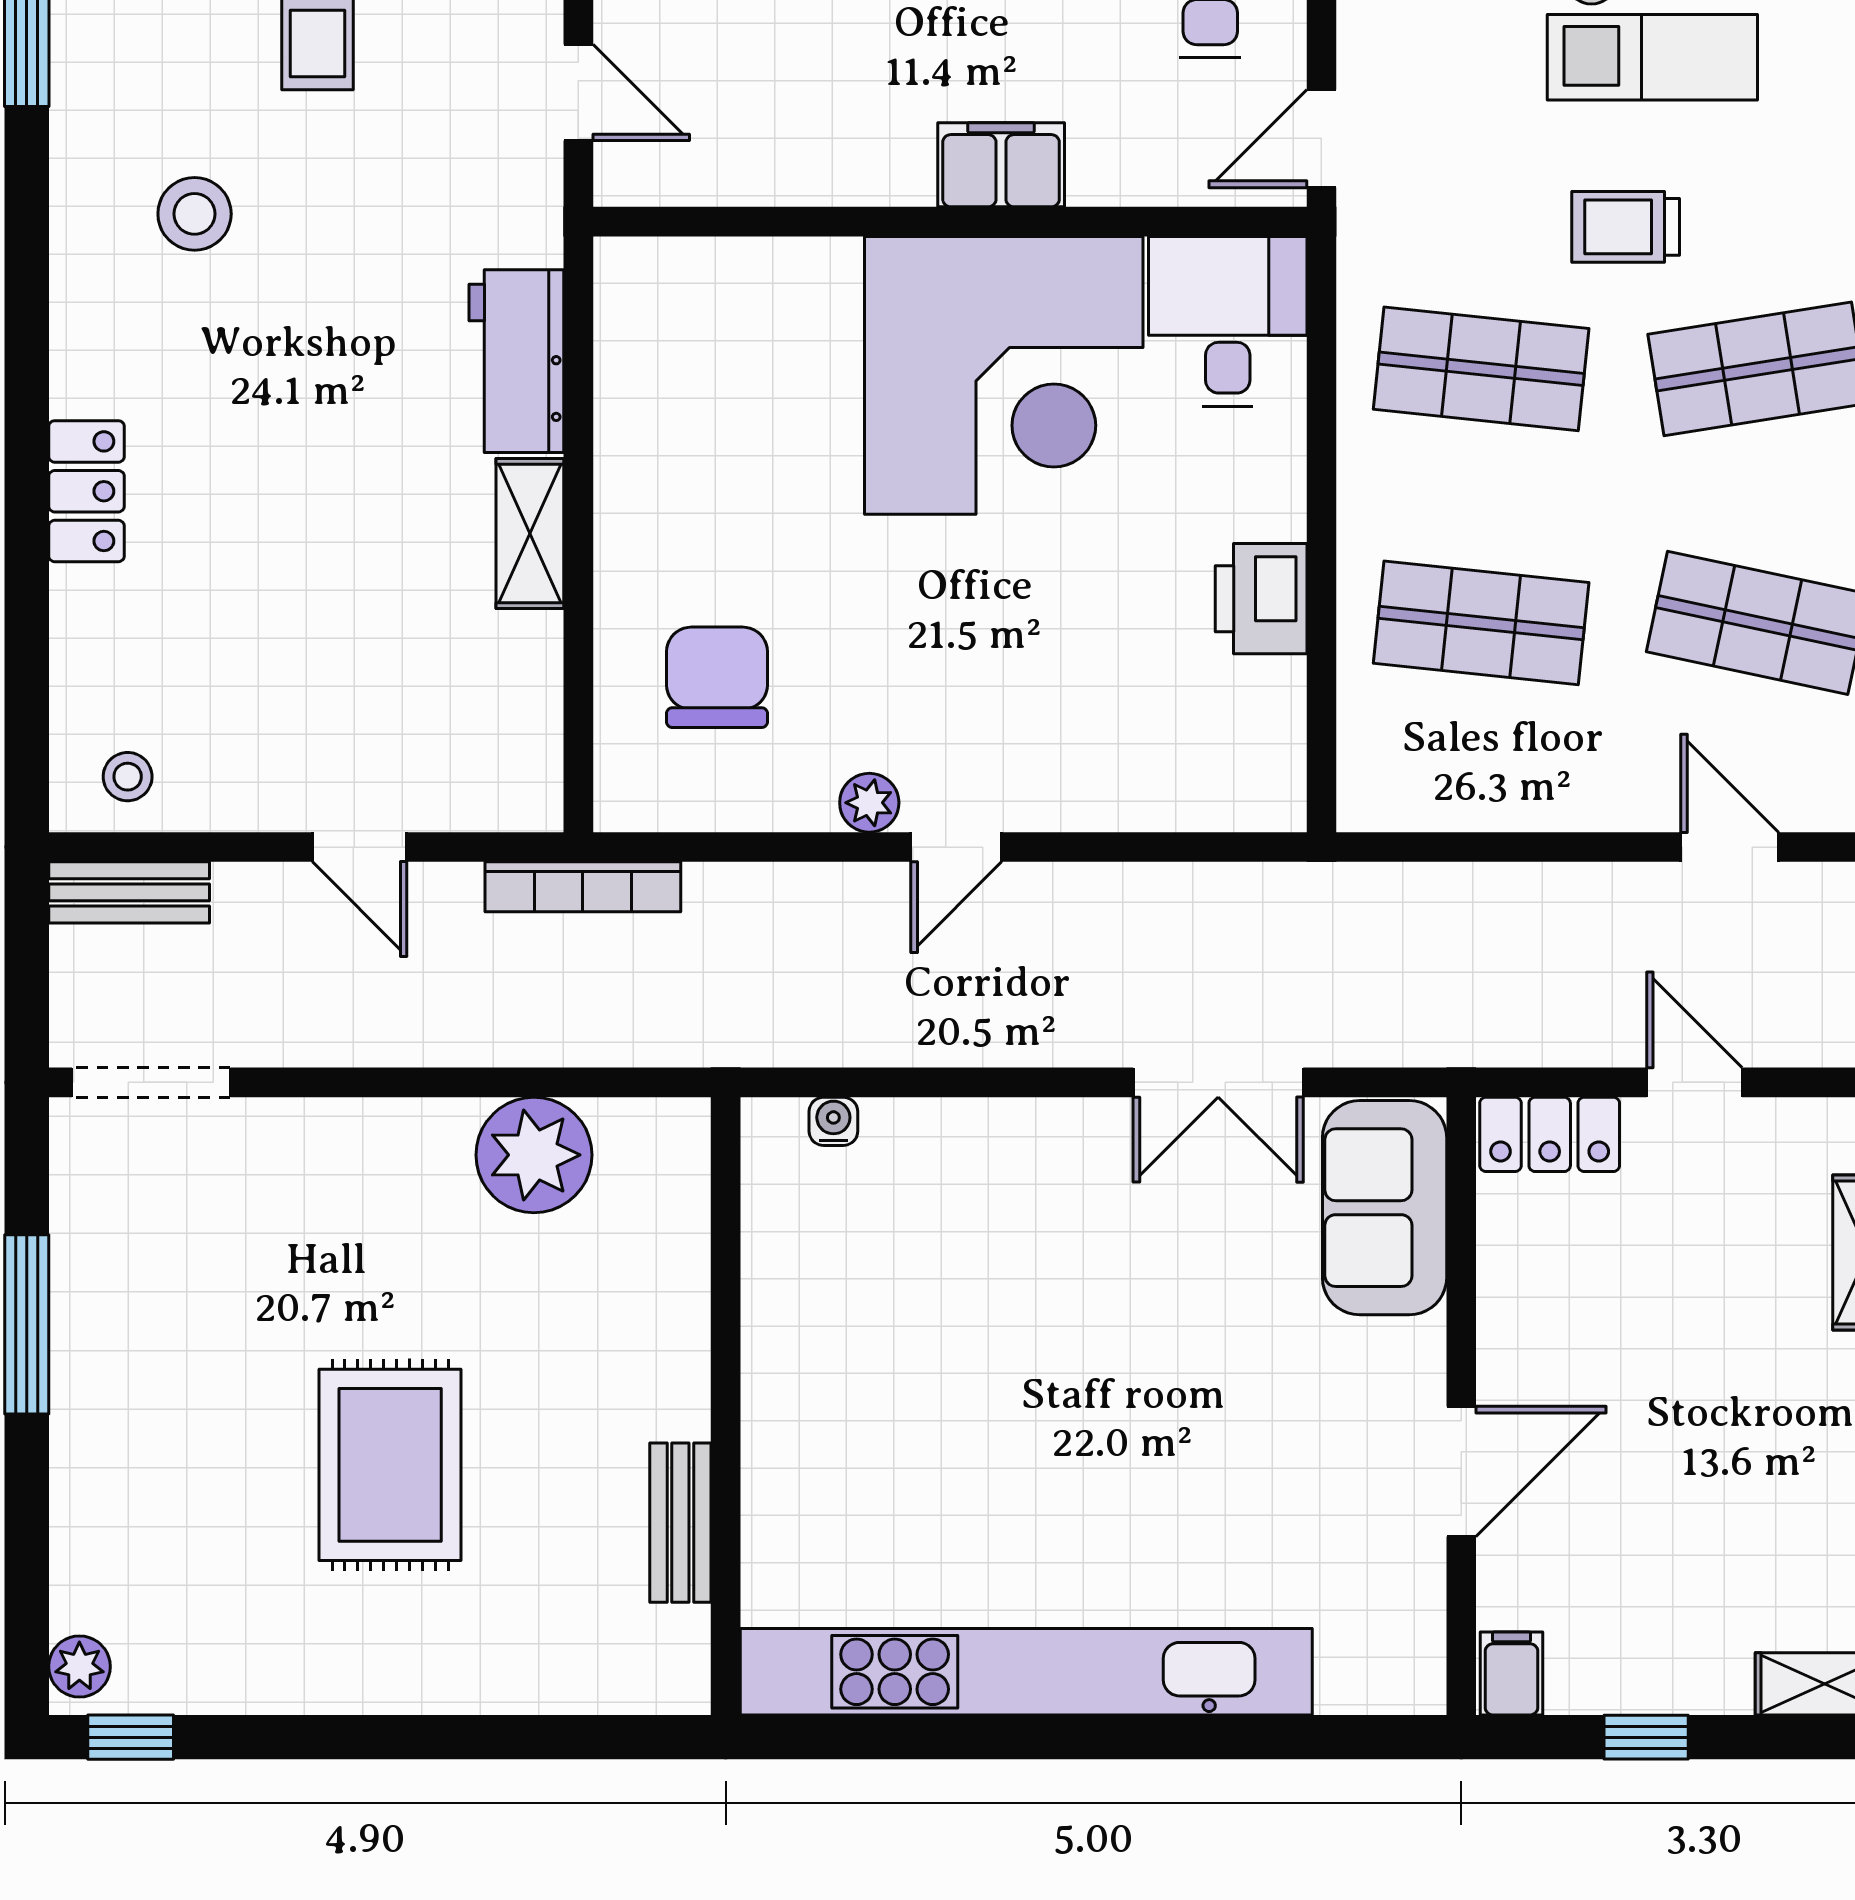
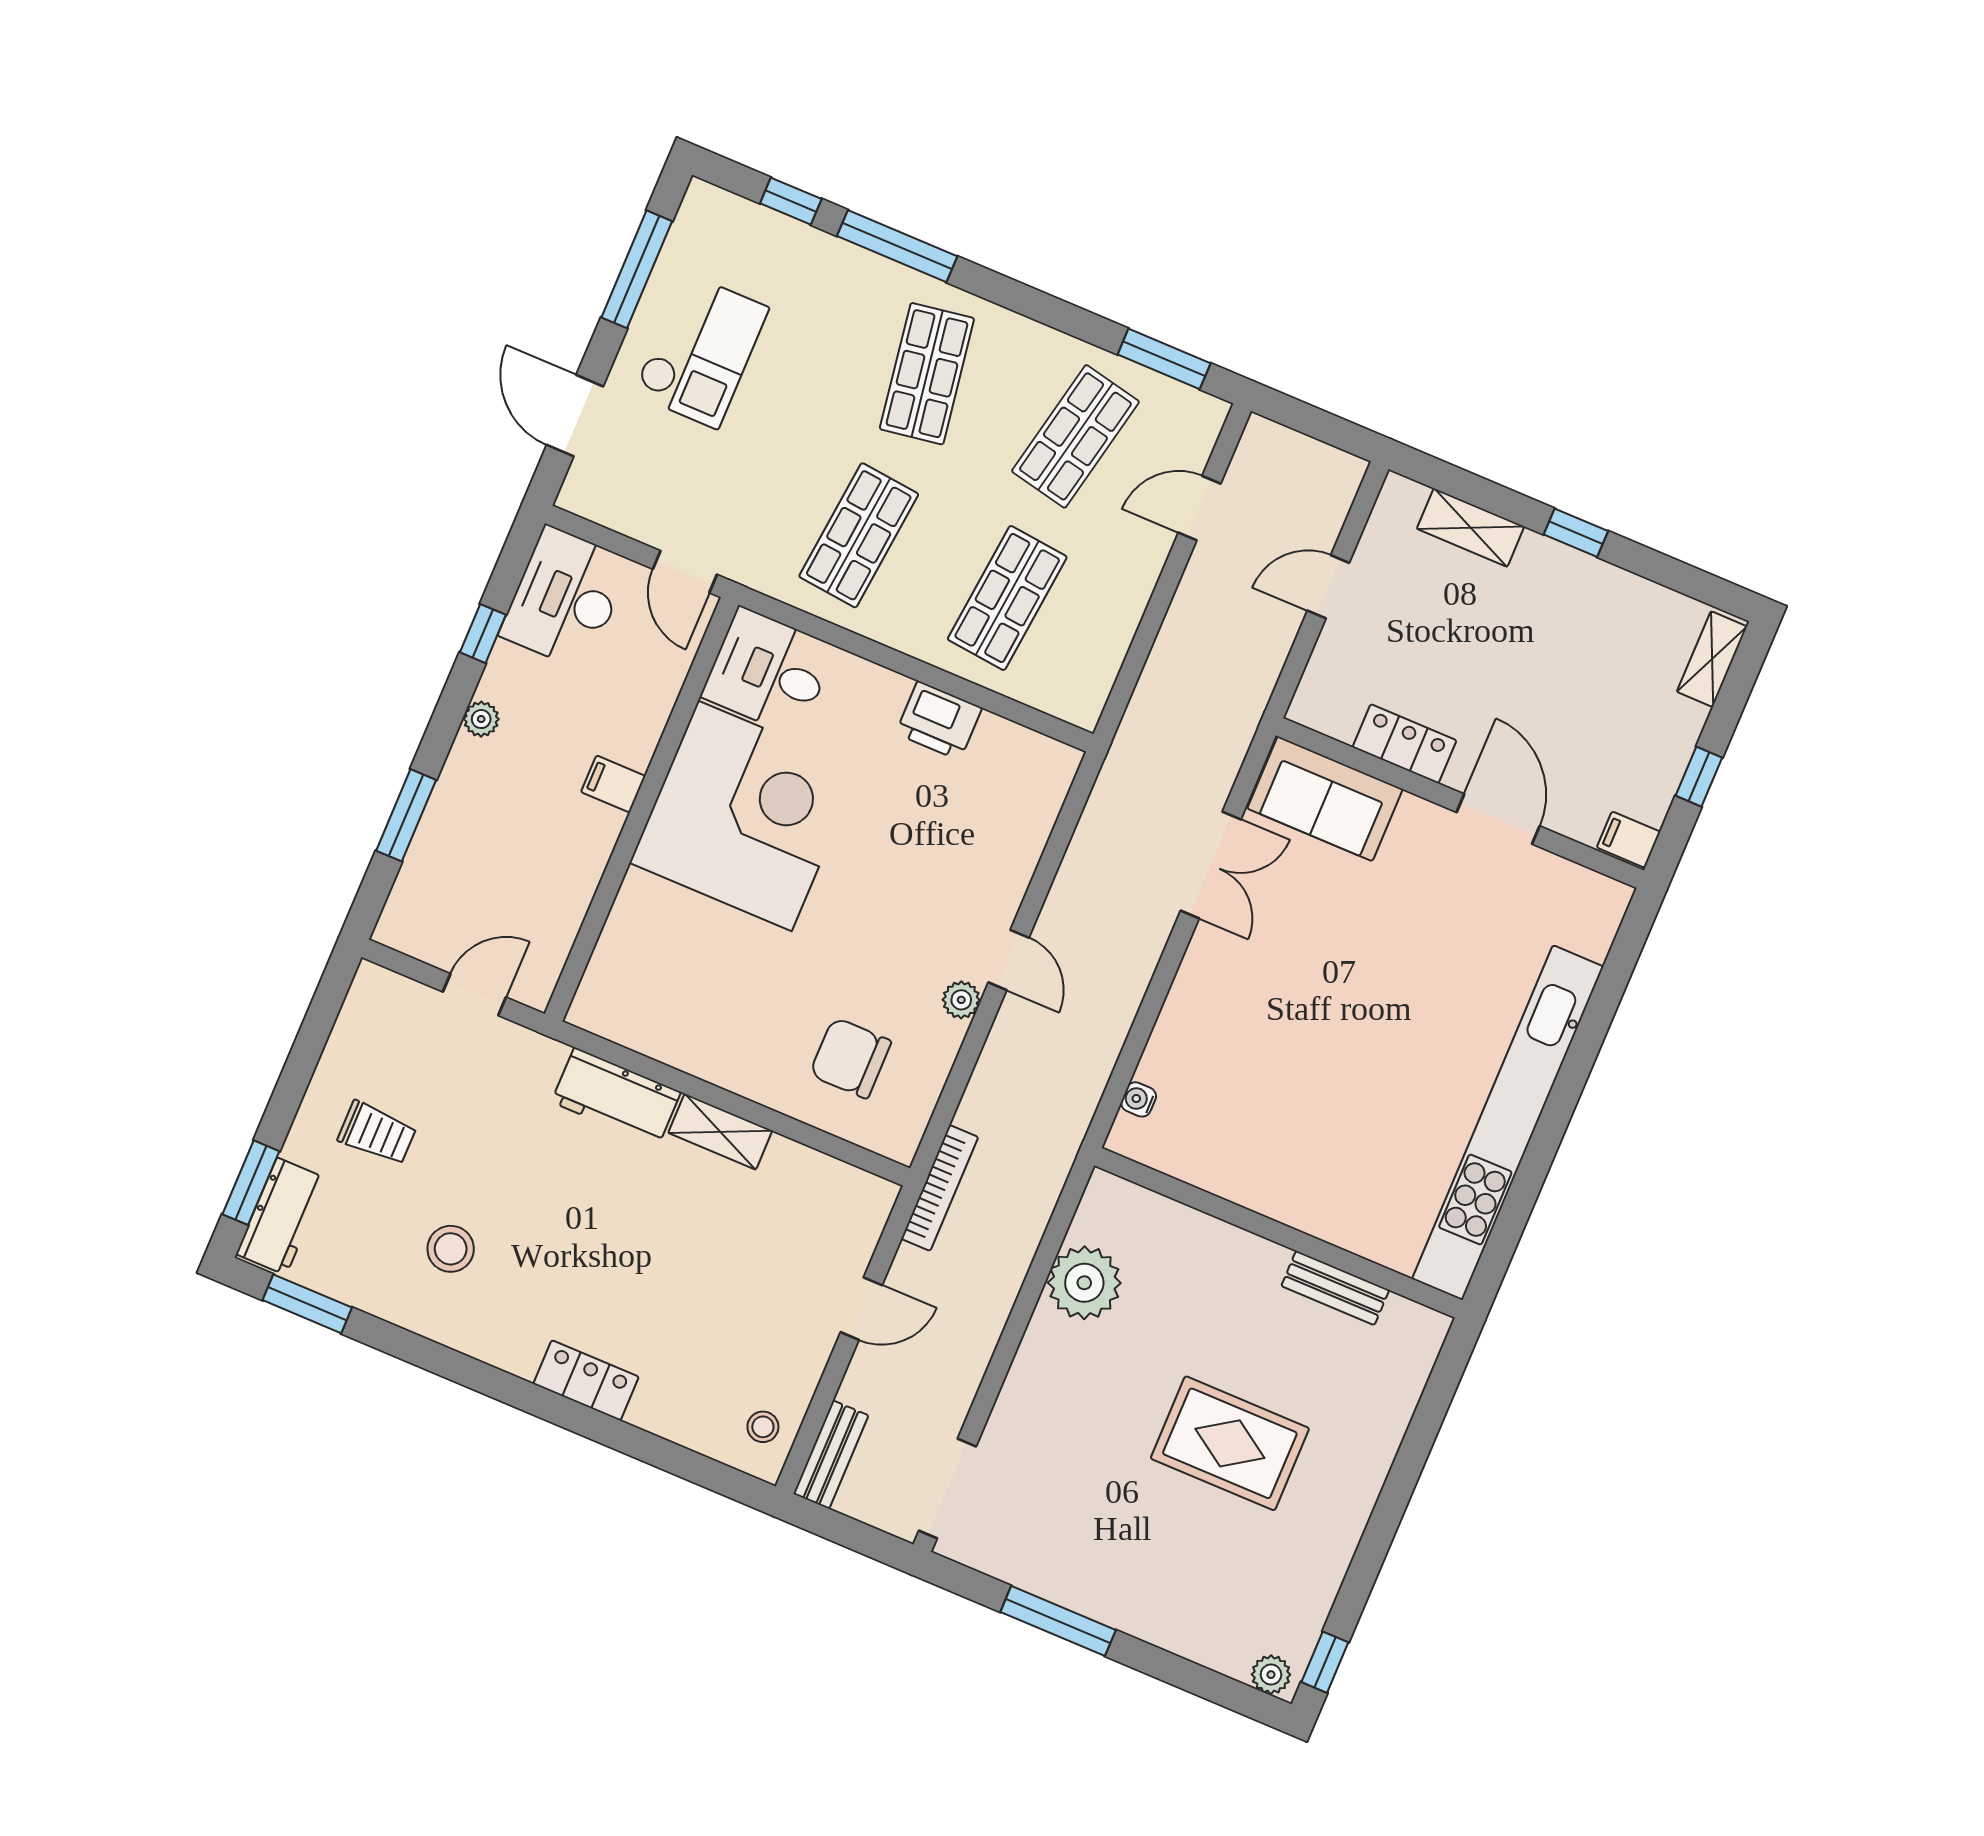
filing cabinet: (1001, 165) -> (613, 784), width x0.50
trolley: (1626, 227) -> (811, 416), removed
locker: (1550, 1134) -> (1404, 744), moved, turned -90

